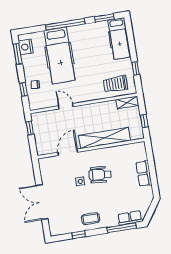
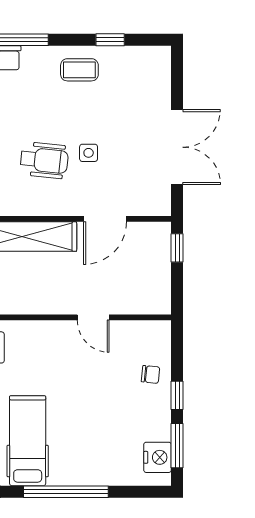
hospital bed: (59, 55) -> (28, 441), moved, width x0.73, depth x0.78
window: (24, 89) -> (177, 395), moved
window: (30, 128) -> (177, 248), moved
double door: (42, 202) -> (177, 147), moved

